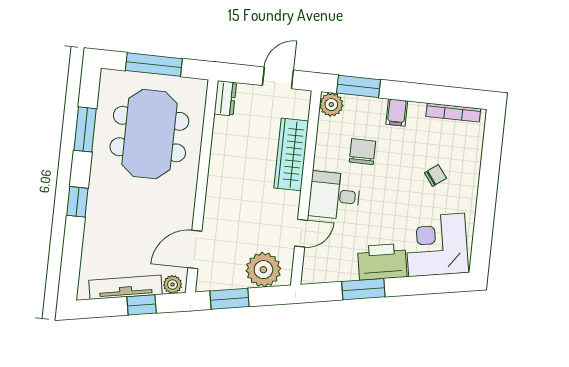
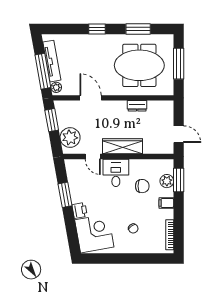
dresser: (225, 98) -> (137, 106), moved
plant: (331, 105) -> (167, 181), moved
wardrobe: (291, 154) -> (122, 146), moved
door: (195, 250) -> (91, 98), moved
printer: (382, 262) -> (80, 210), width x0.53, depth x0.68
window: (142, 305) -> (43, 71), width x2.17

